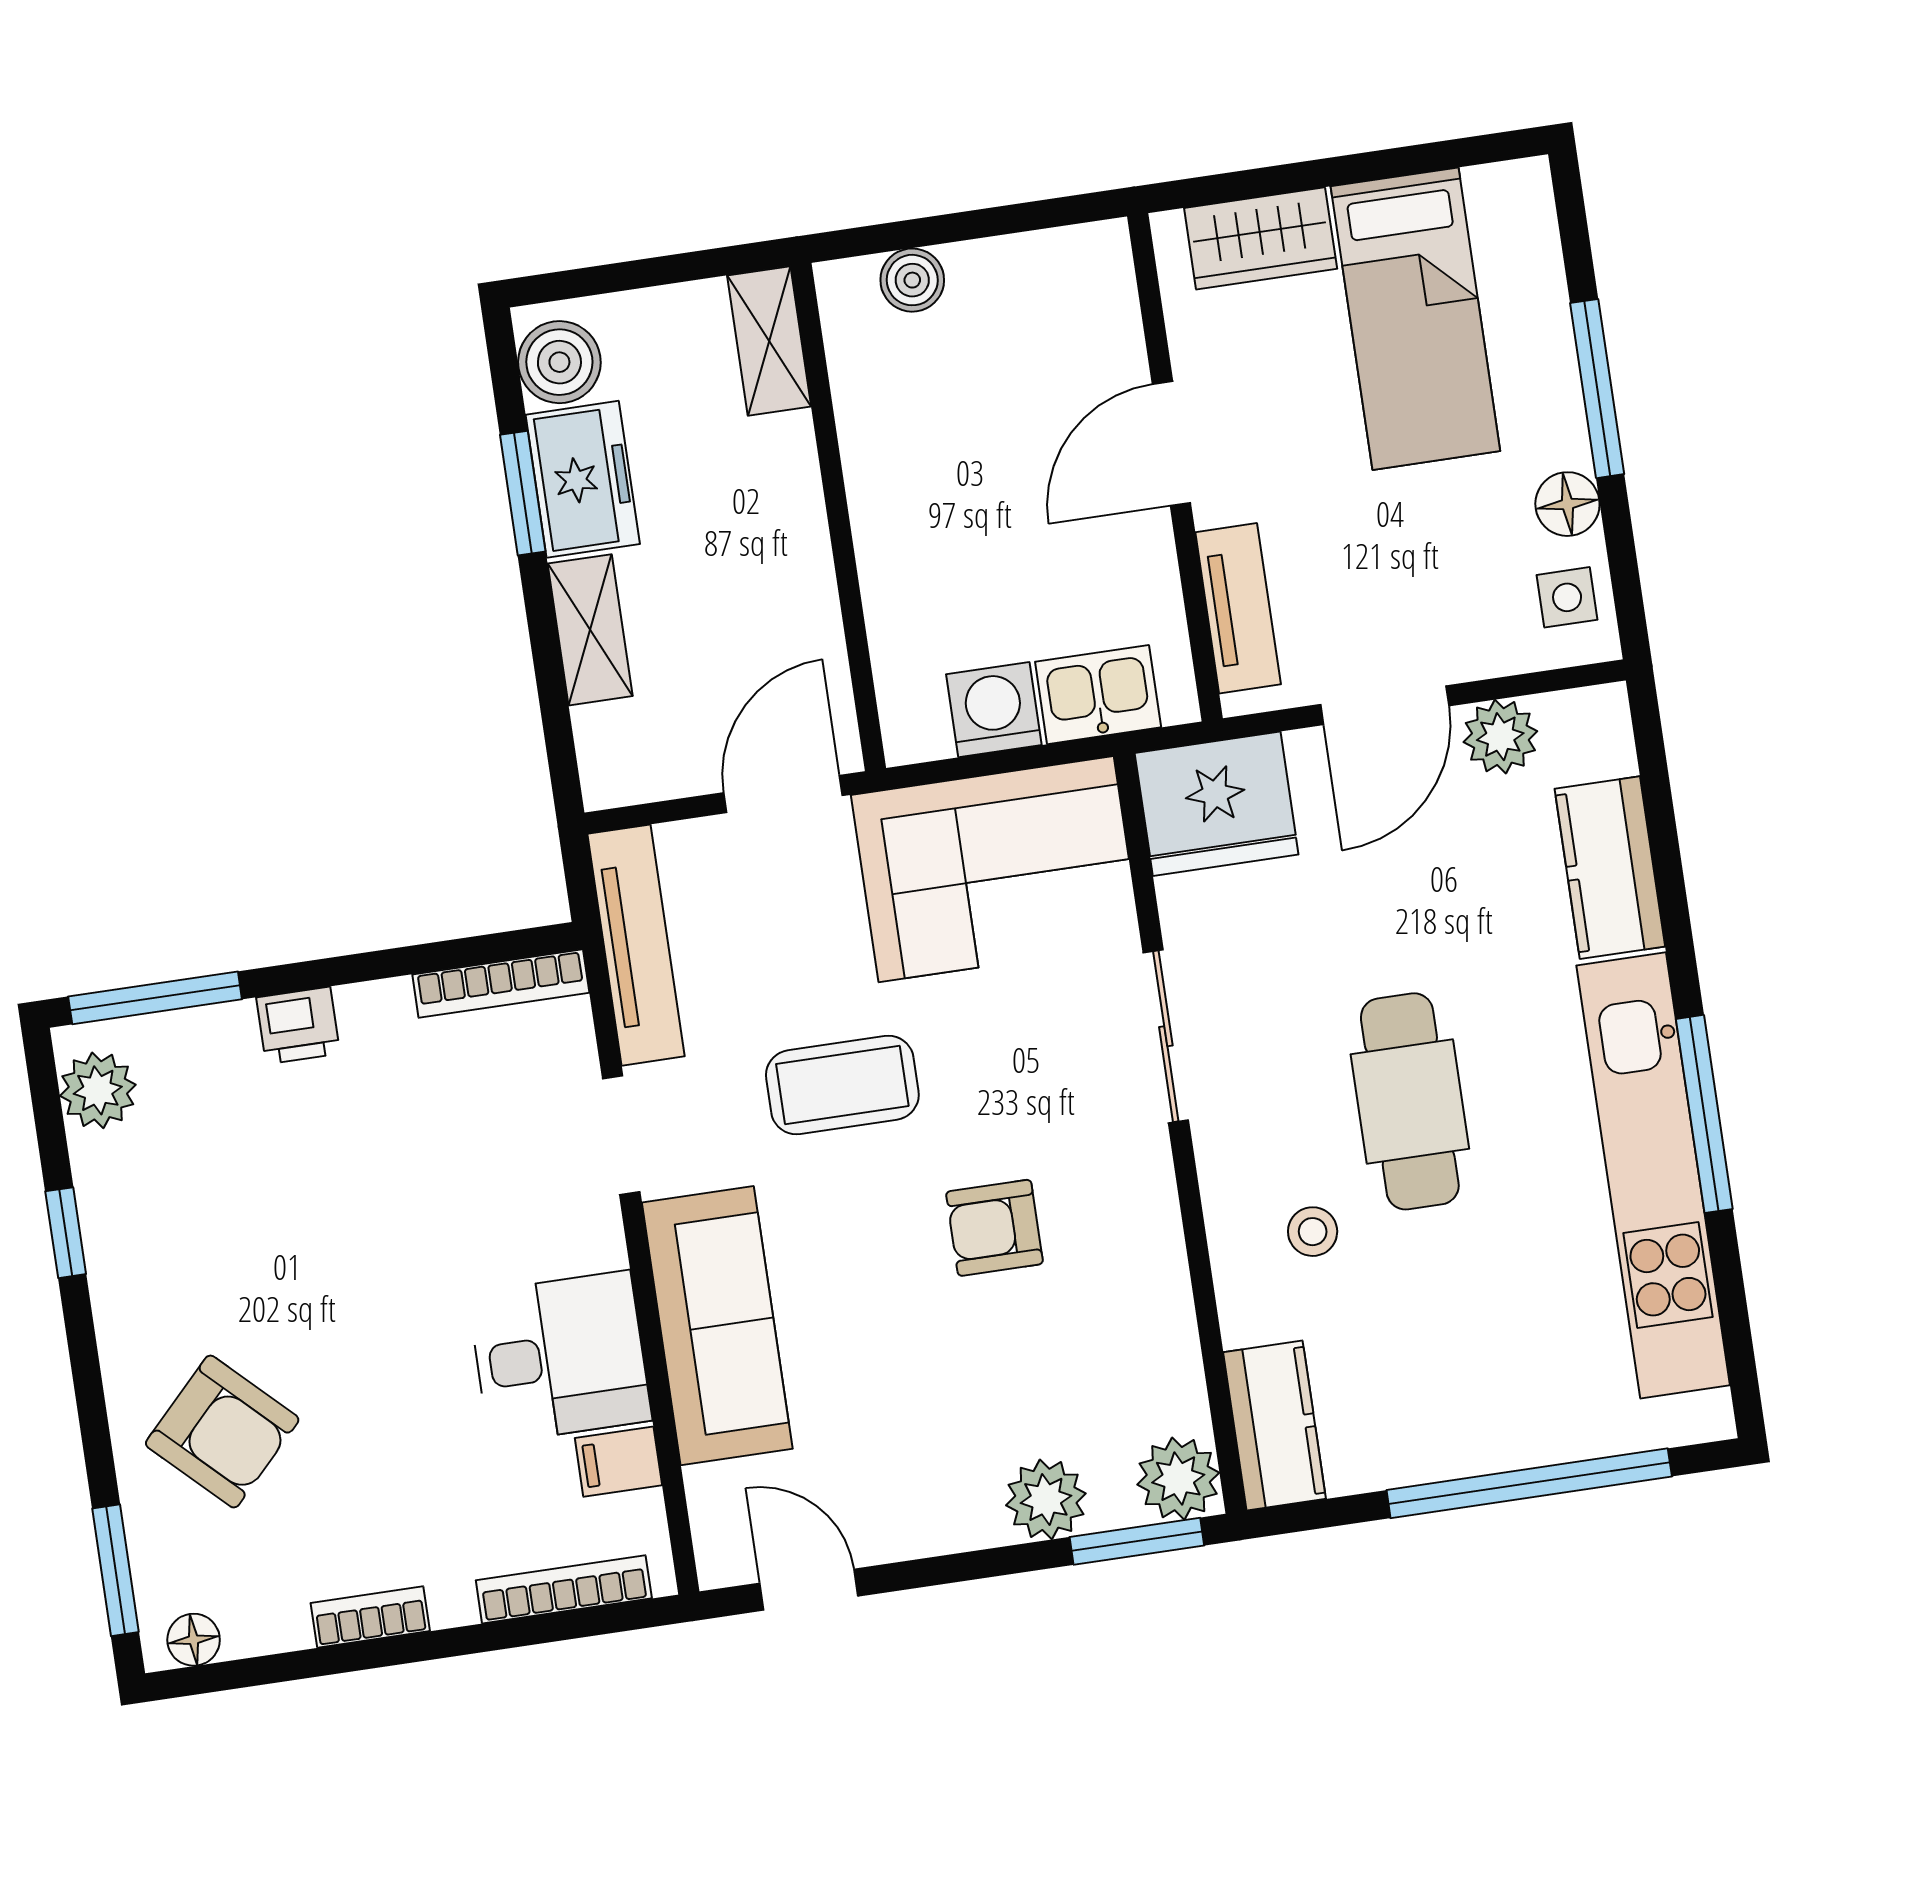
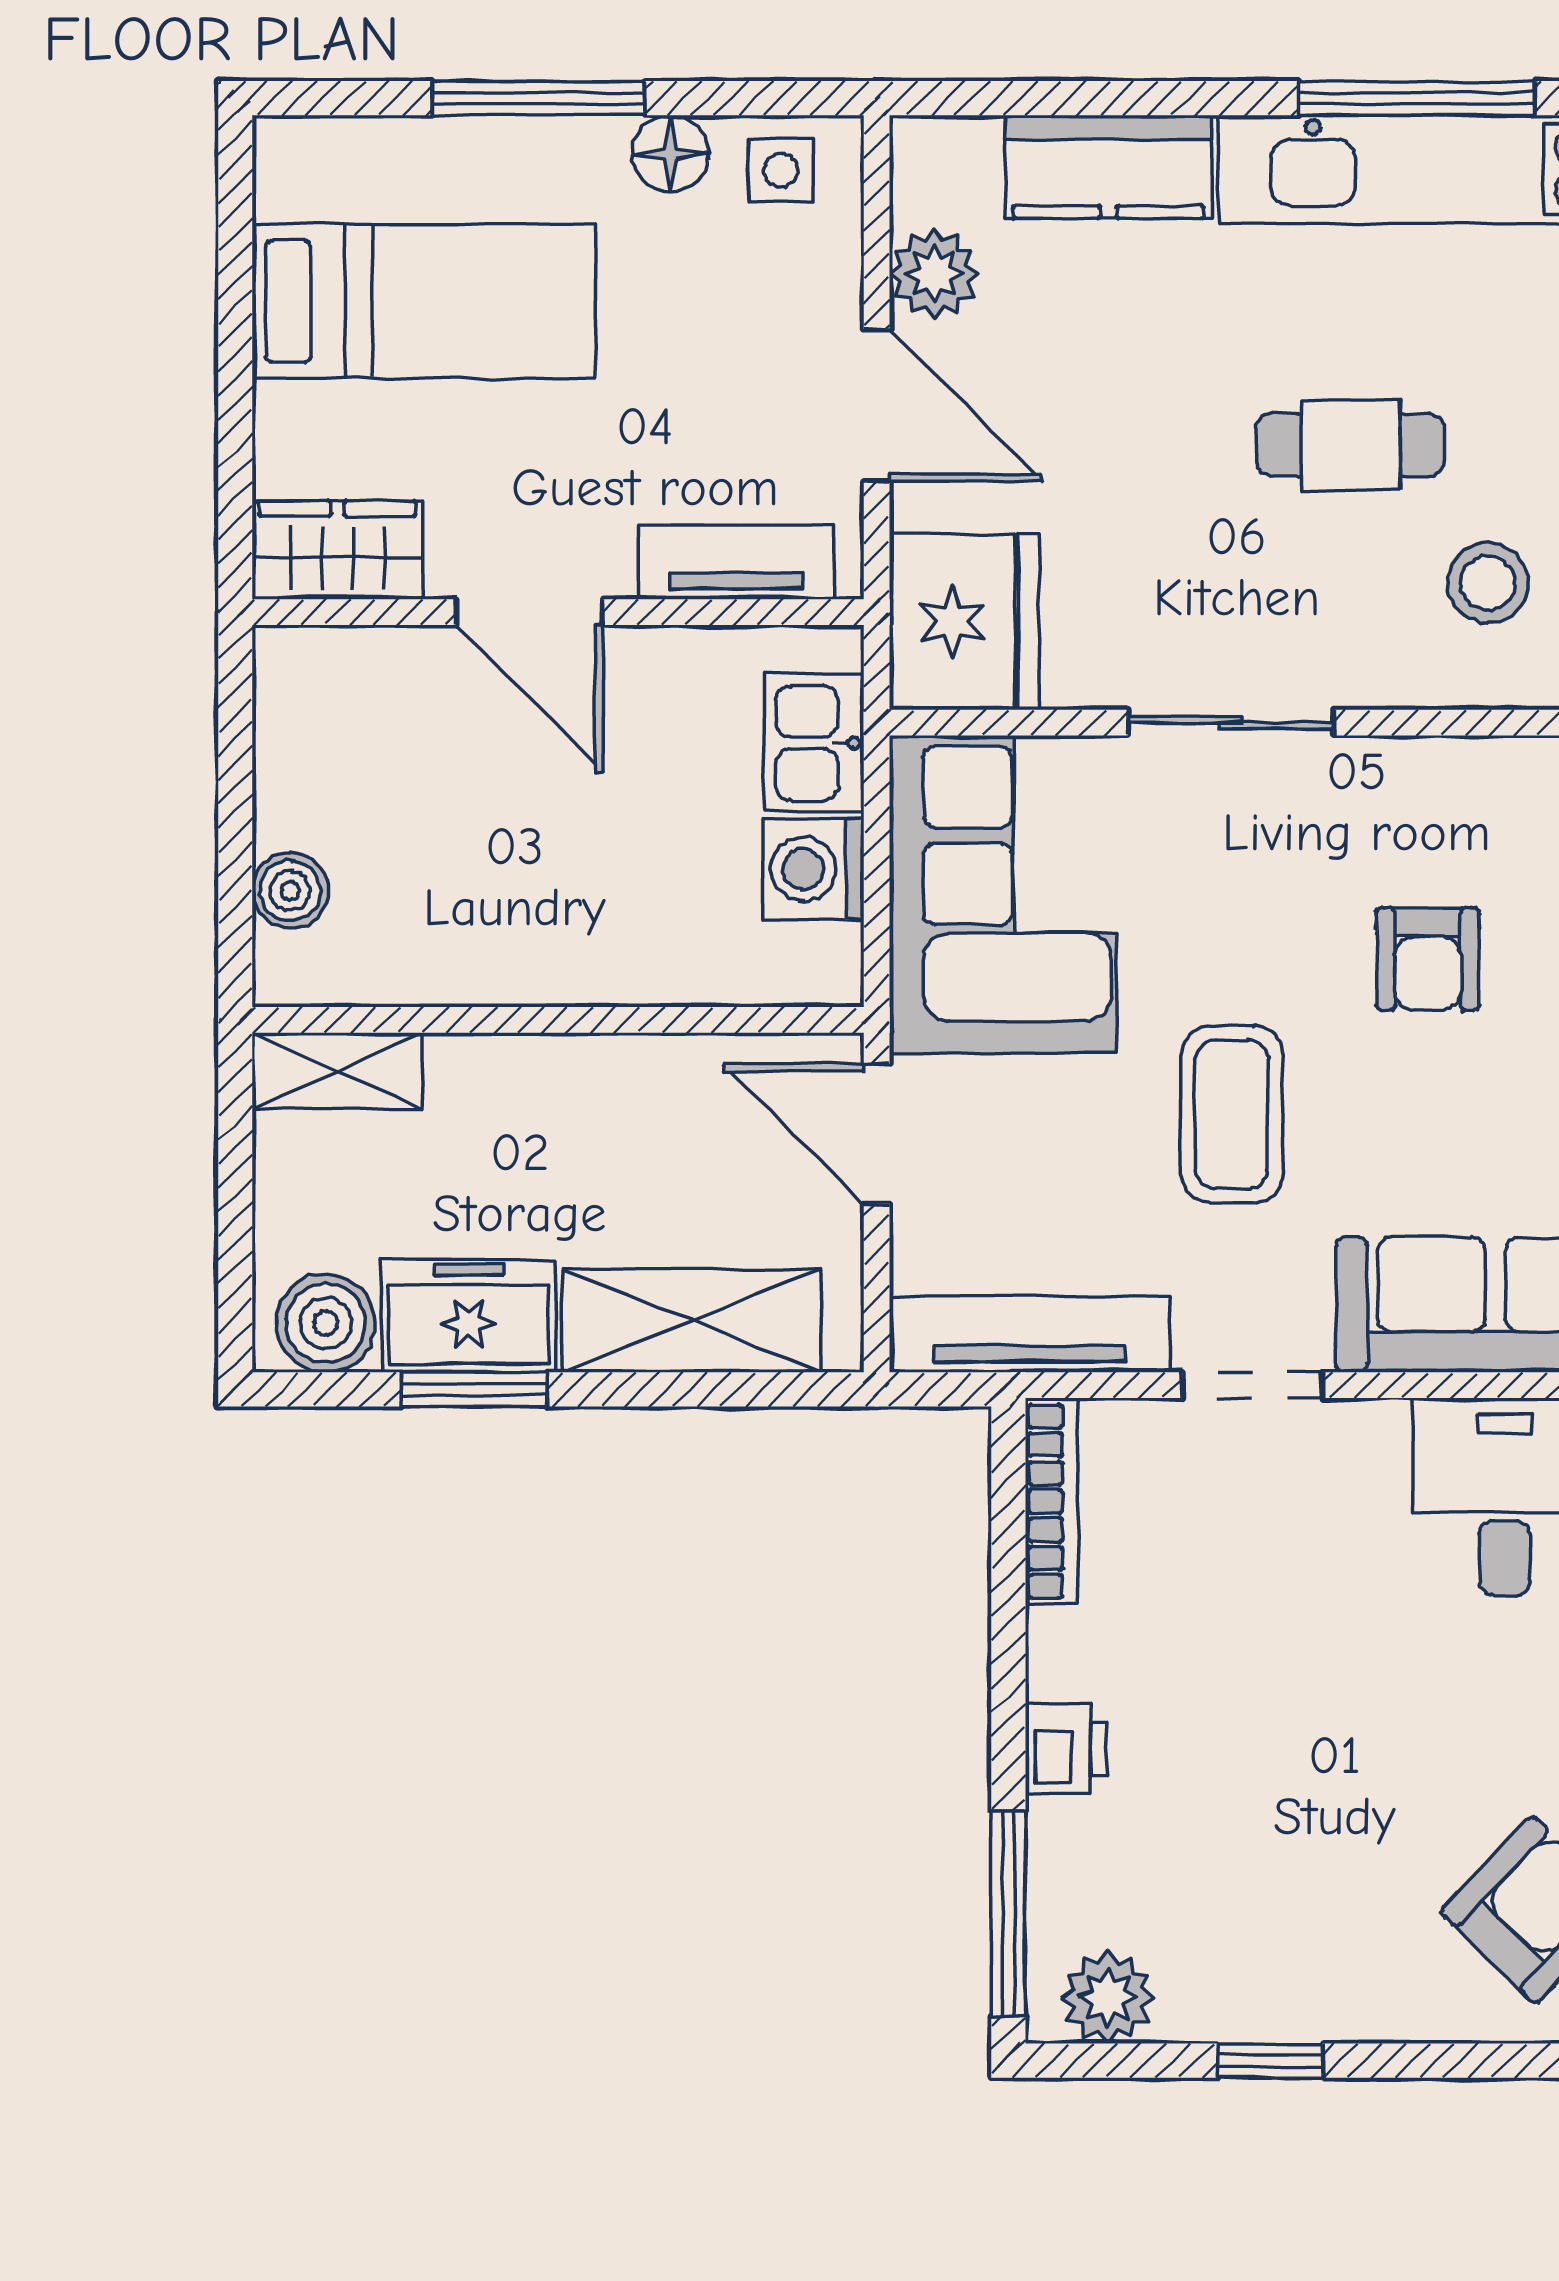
wardrobe: (1261, 238) -> (338, 550), moved, turned -90
shelving: (590, 630) -> (691, 1321), width x1.50, depth x1.33
cafe table: (1410, 1101) -> (1351, 445), width x0.73, depth x0.74
stool: (1313, 1232) -> (1488, 583), width x1.37, depth x1.37

